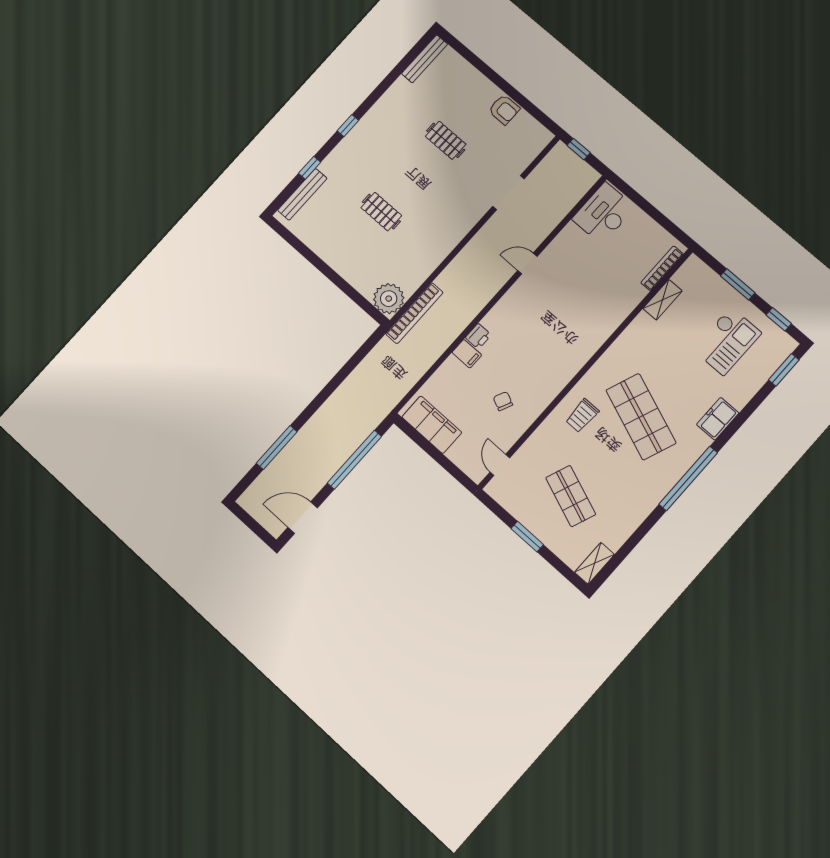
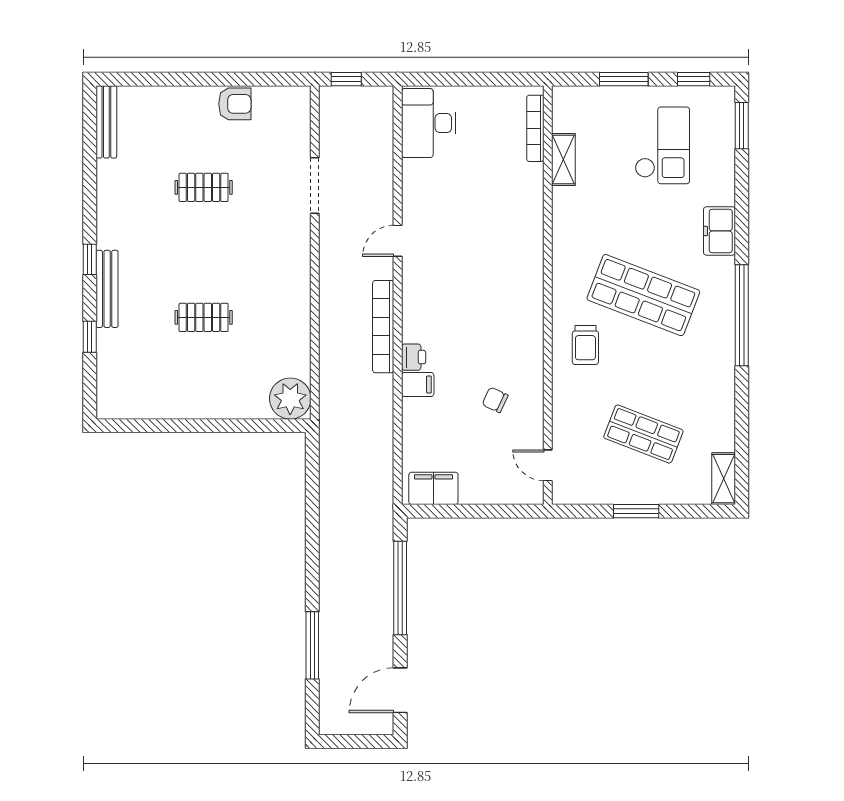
bench: (302, 194) -> (107, 289), moved
bookcase: (414, 313) -> (383, 327), moved, turned 180
filing cabinet: (432, 425) -> (433, 488), width x0.67, depth x0.86

